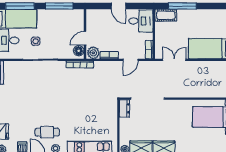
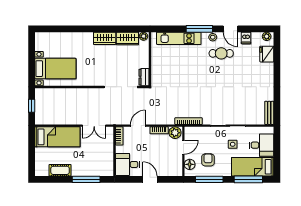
cot: (166, 15) -> (60, 170), moved
armchair: (60, 26) -> (208, 160), added
floor lamp: (79, 51) -> (190, 164), moved

